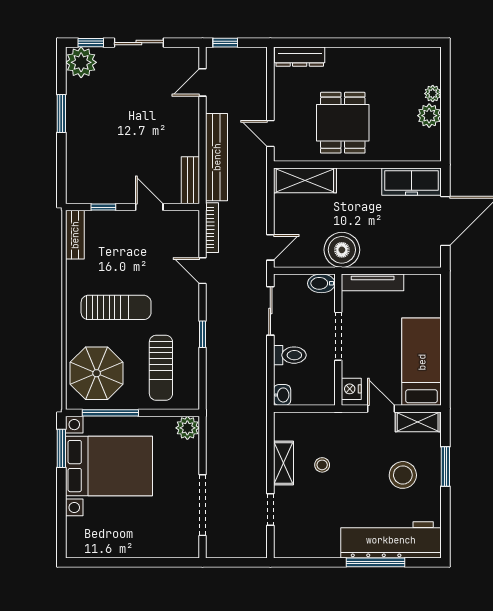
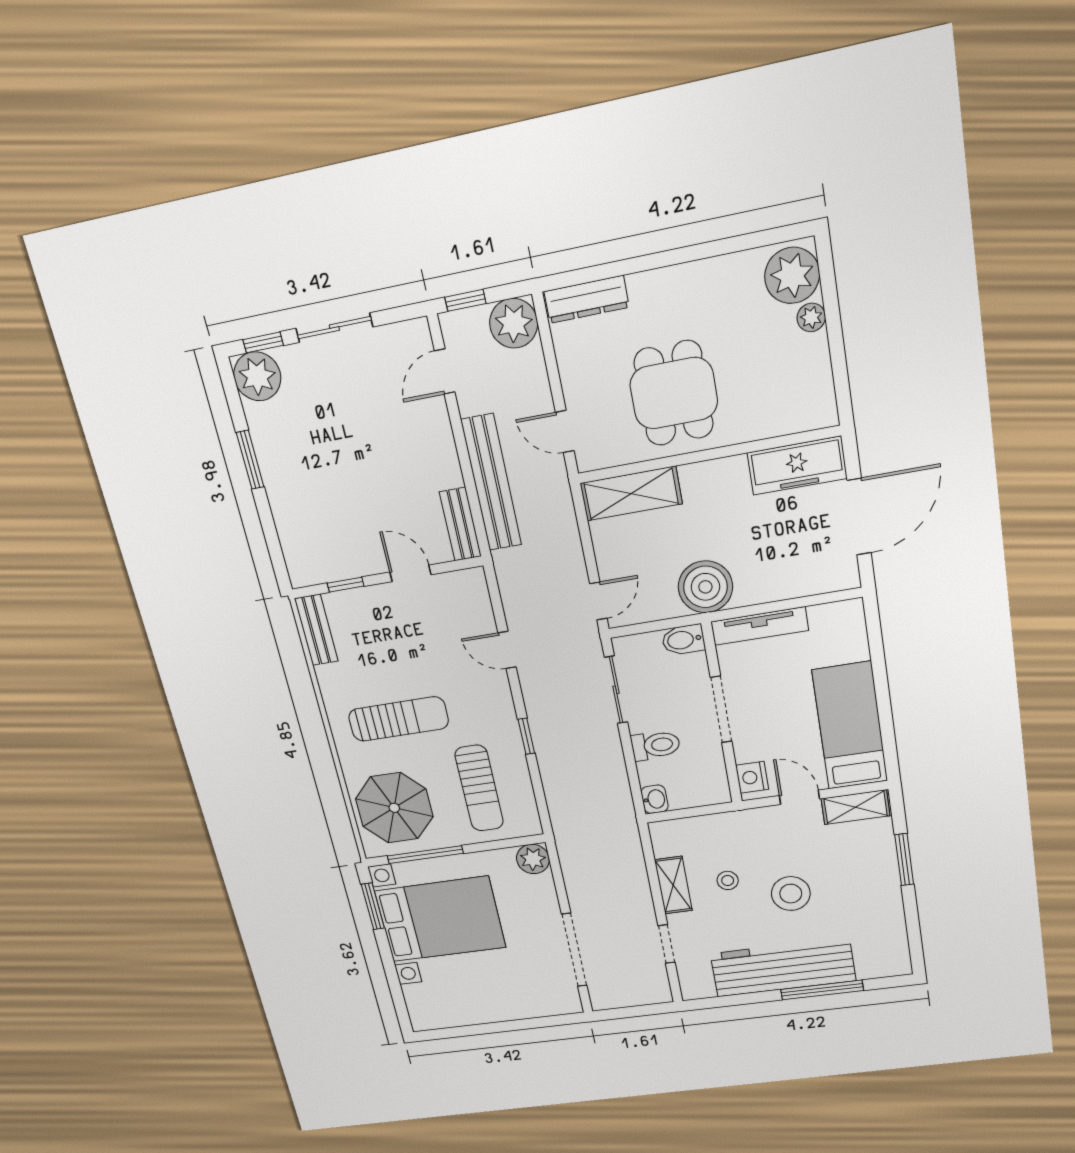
plant: (252, 62) -> (514, 323), added
plant: (429, 116) -> (792, 275), moved, width x1.36, depth x1.36
bookcase: (212, 228) -> (507, 587), removed
stool: (403, 475) -> (791, 894), moved
workbench: (391, 540) -> (783, 967), moved

